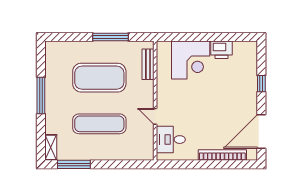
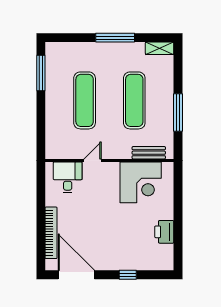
corner desk: (191, 60) -> (141, 182), moved, turned -90
exercise mat: (99, 78) -> (134, 100), width x0.68
shelving: (51, 147) -> (160, 48), moved

